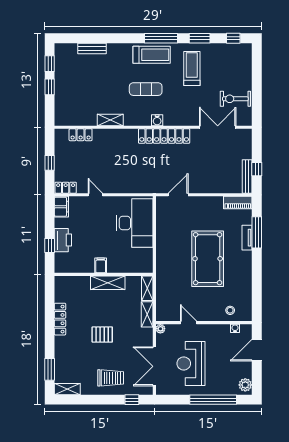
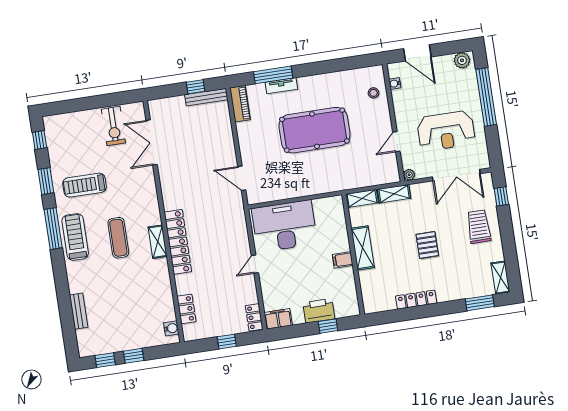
shelving: (110, 120) -> (158, 242), moved
water cooler: (157, 120) -> (171, 328), moved
locker: (164, 136) -> (178, 242), moved
door: (95, 195) -> (255, 264), moved

